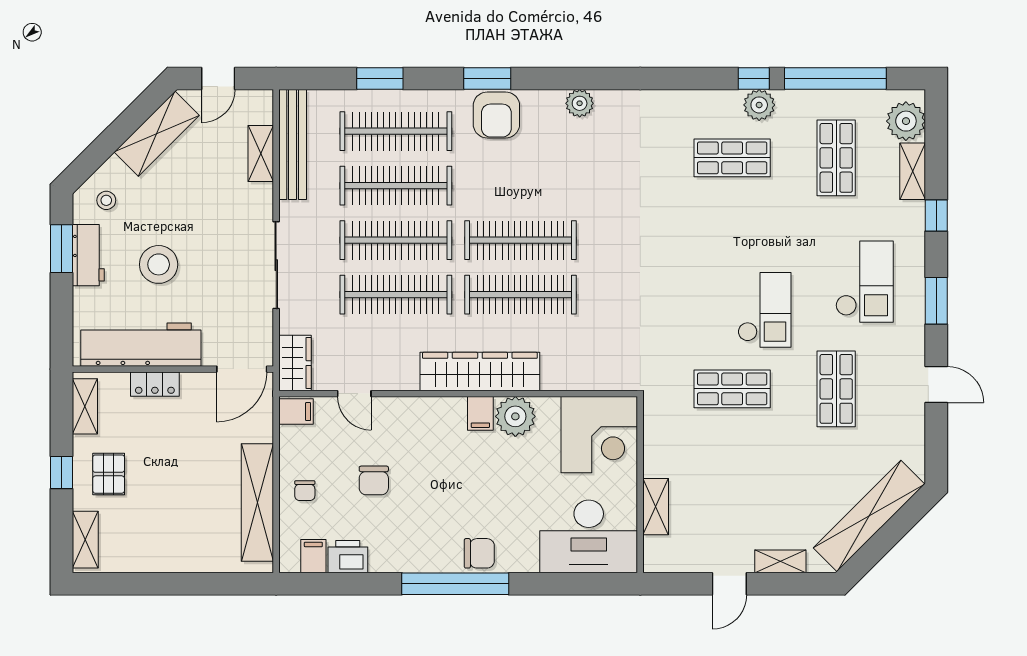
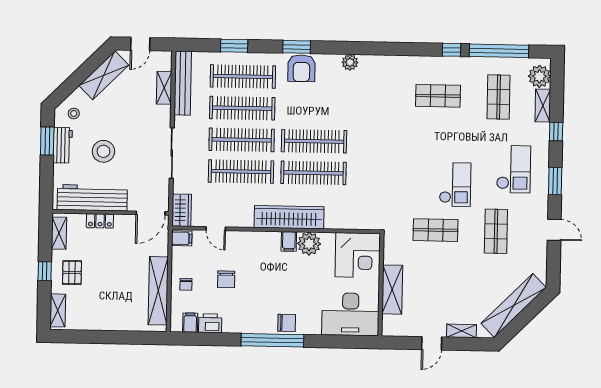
plant: (759, 105) -> (454, 65), removed
shelving: (656, 507) -> (392, 290), width x1.50, depth x1.33

